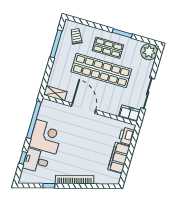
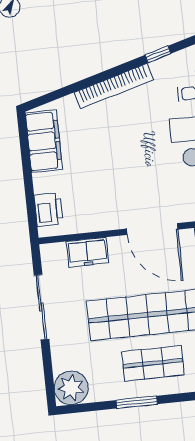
freezer: (130, 113) -> (87, 252), moved
filing cabinet: (119, 158) -> (44, 141), moved

